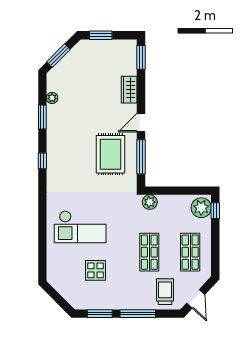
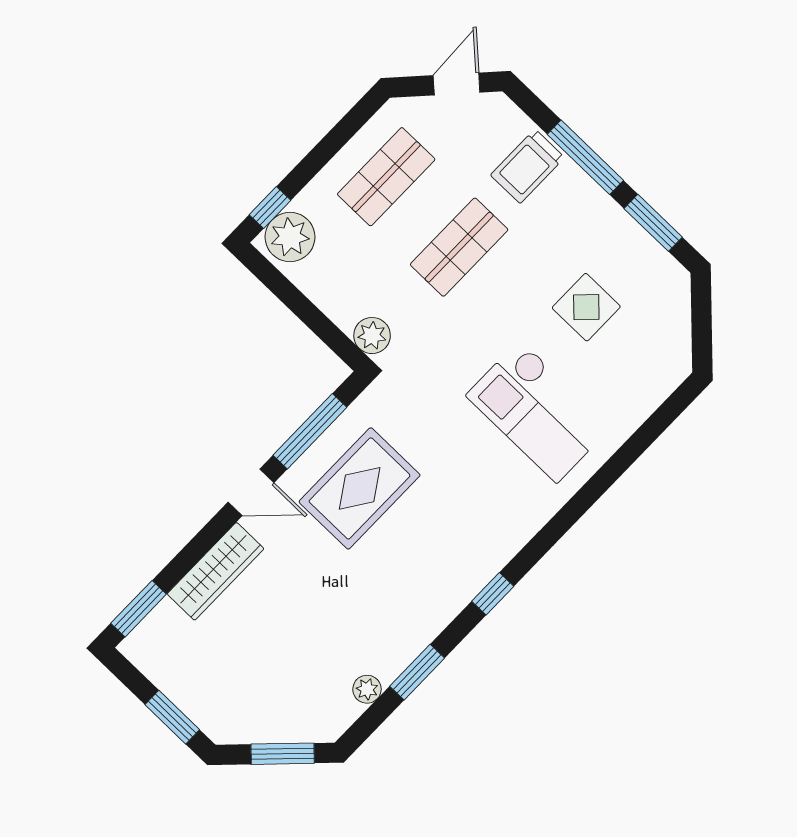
wardrobe: (129, 90) -> (216, 571), width x1.50
checkout: (80, 227) -> (538, 411), turned 180
trolley: (165, 292) -> (528, 166), moved

